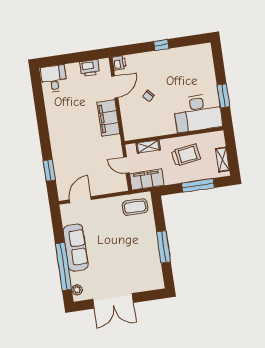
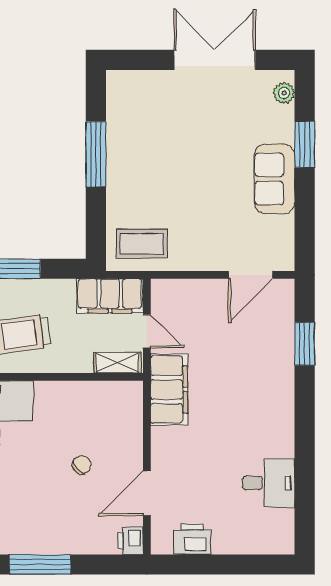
window: (161, 45) -> (40, 565), width x2.17
desk: (54, 79) -> (268, 483), moved, turned -90
filing cabinet: (108, 118) -> (169, 389), moved
shelving: (148, 146) -> (117, 363), moved
sofa: (76, 248) -> (274, 179), width x0.73
window: (63, 267) -> (305, 144), width x0.47

